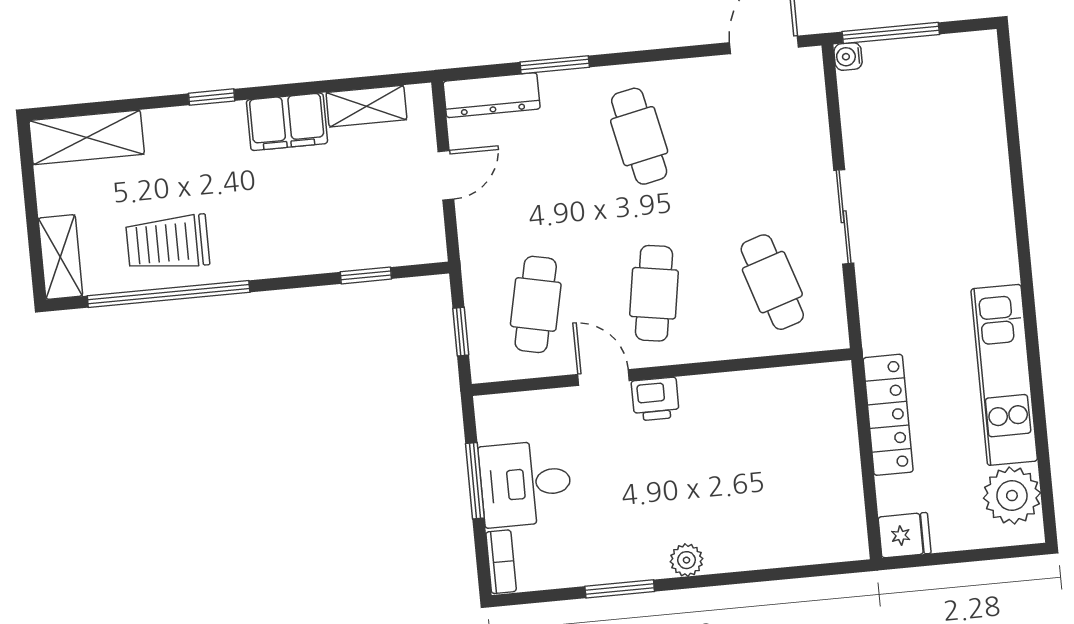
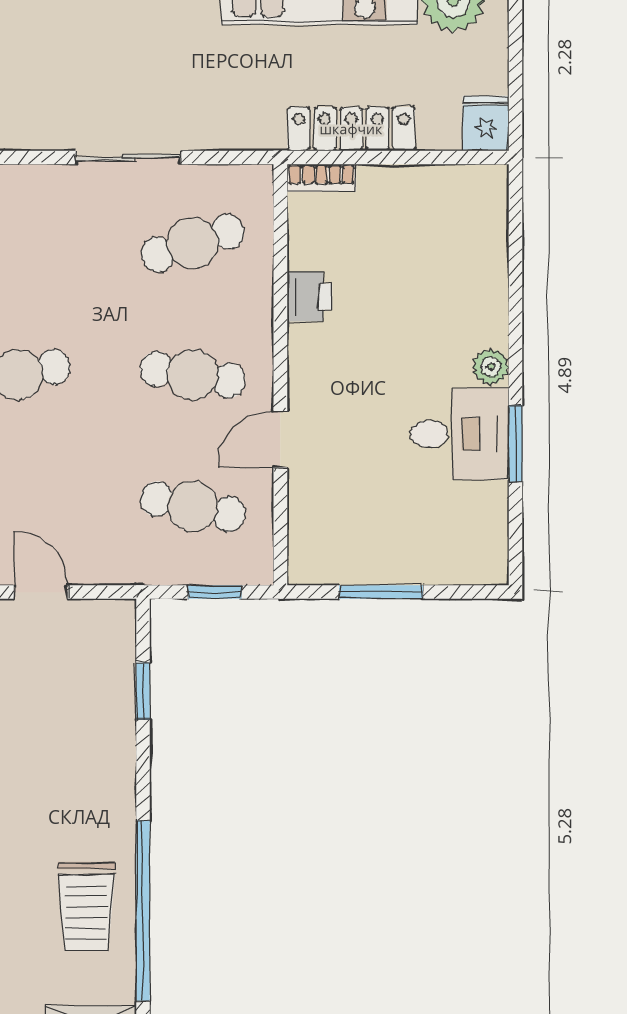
printer: (655, 399) -> (310, 297), moved
desk: (526, 484) -> (460, 434), moved, turned -90
bookcase: (501, 562) -> (322, 178), moved, turned 180

